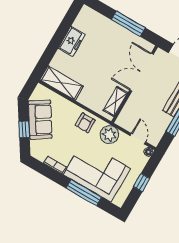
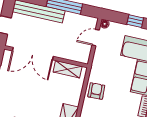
armchair: (85, 123) -> (96, 91), turned -92
plant: (109, 135) -> (100, 65), removed

